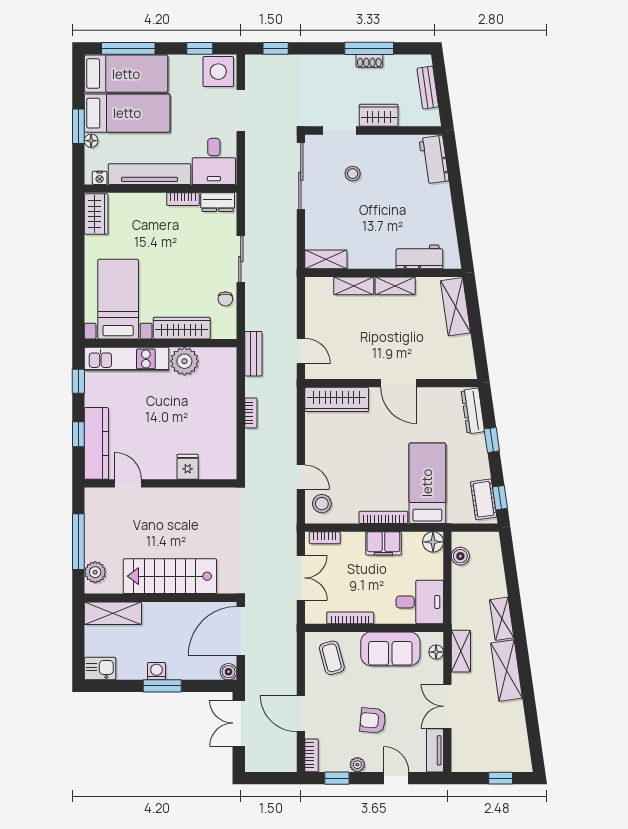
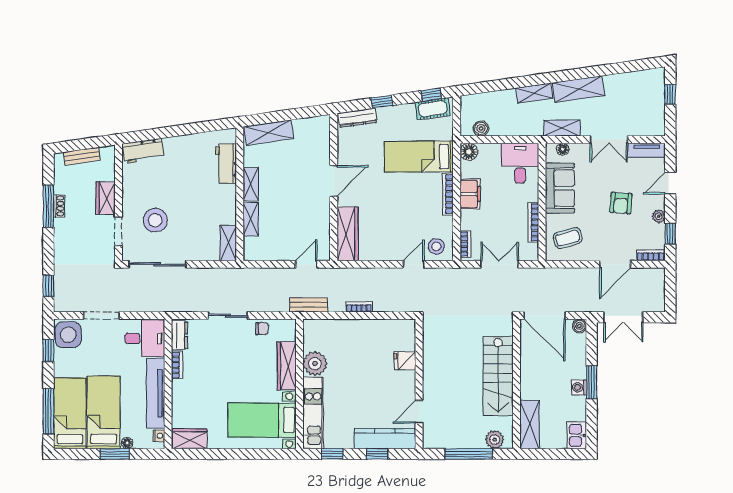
stool: (353, 174) -> (155, 220), width x1.89, depth x1.89

